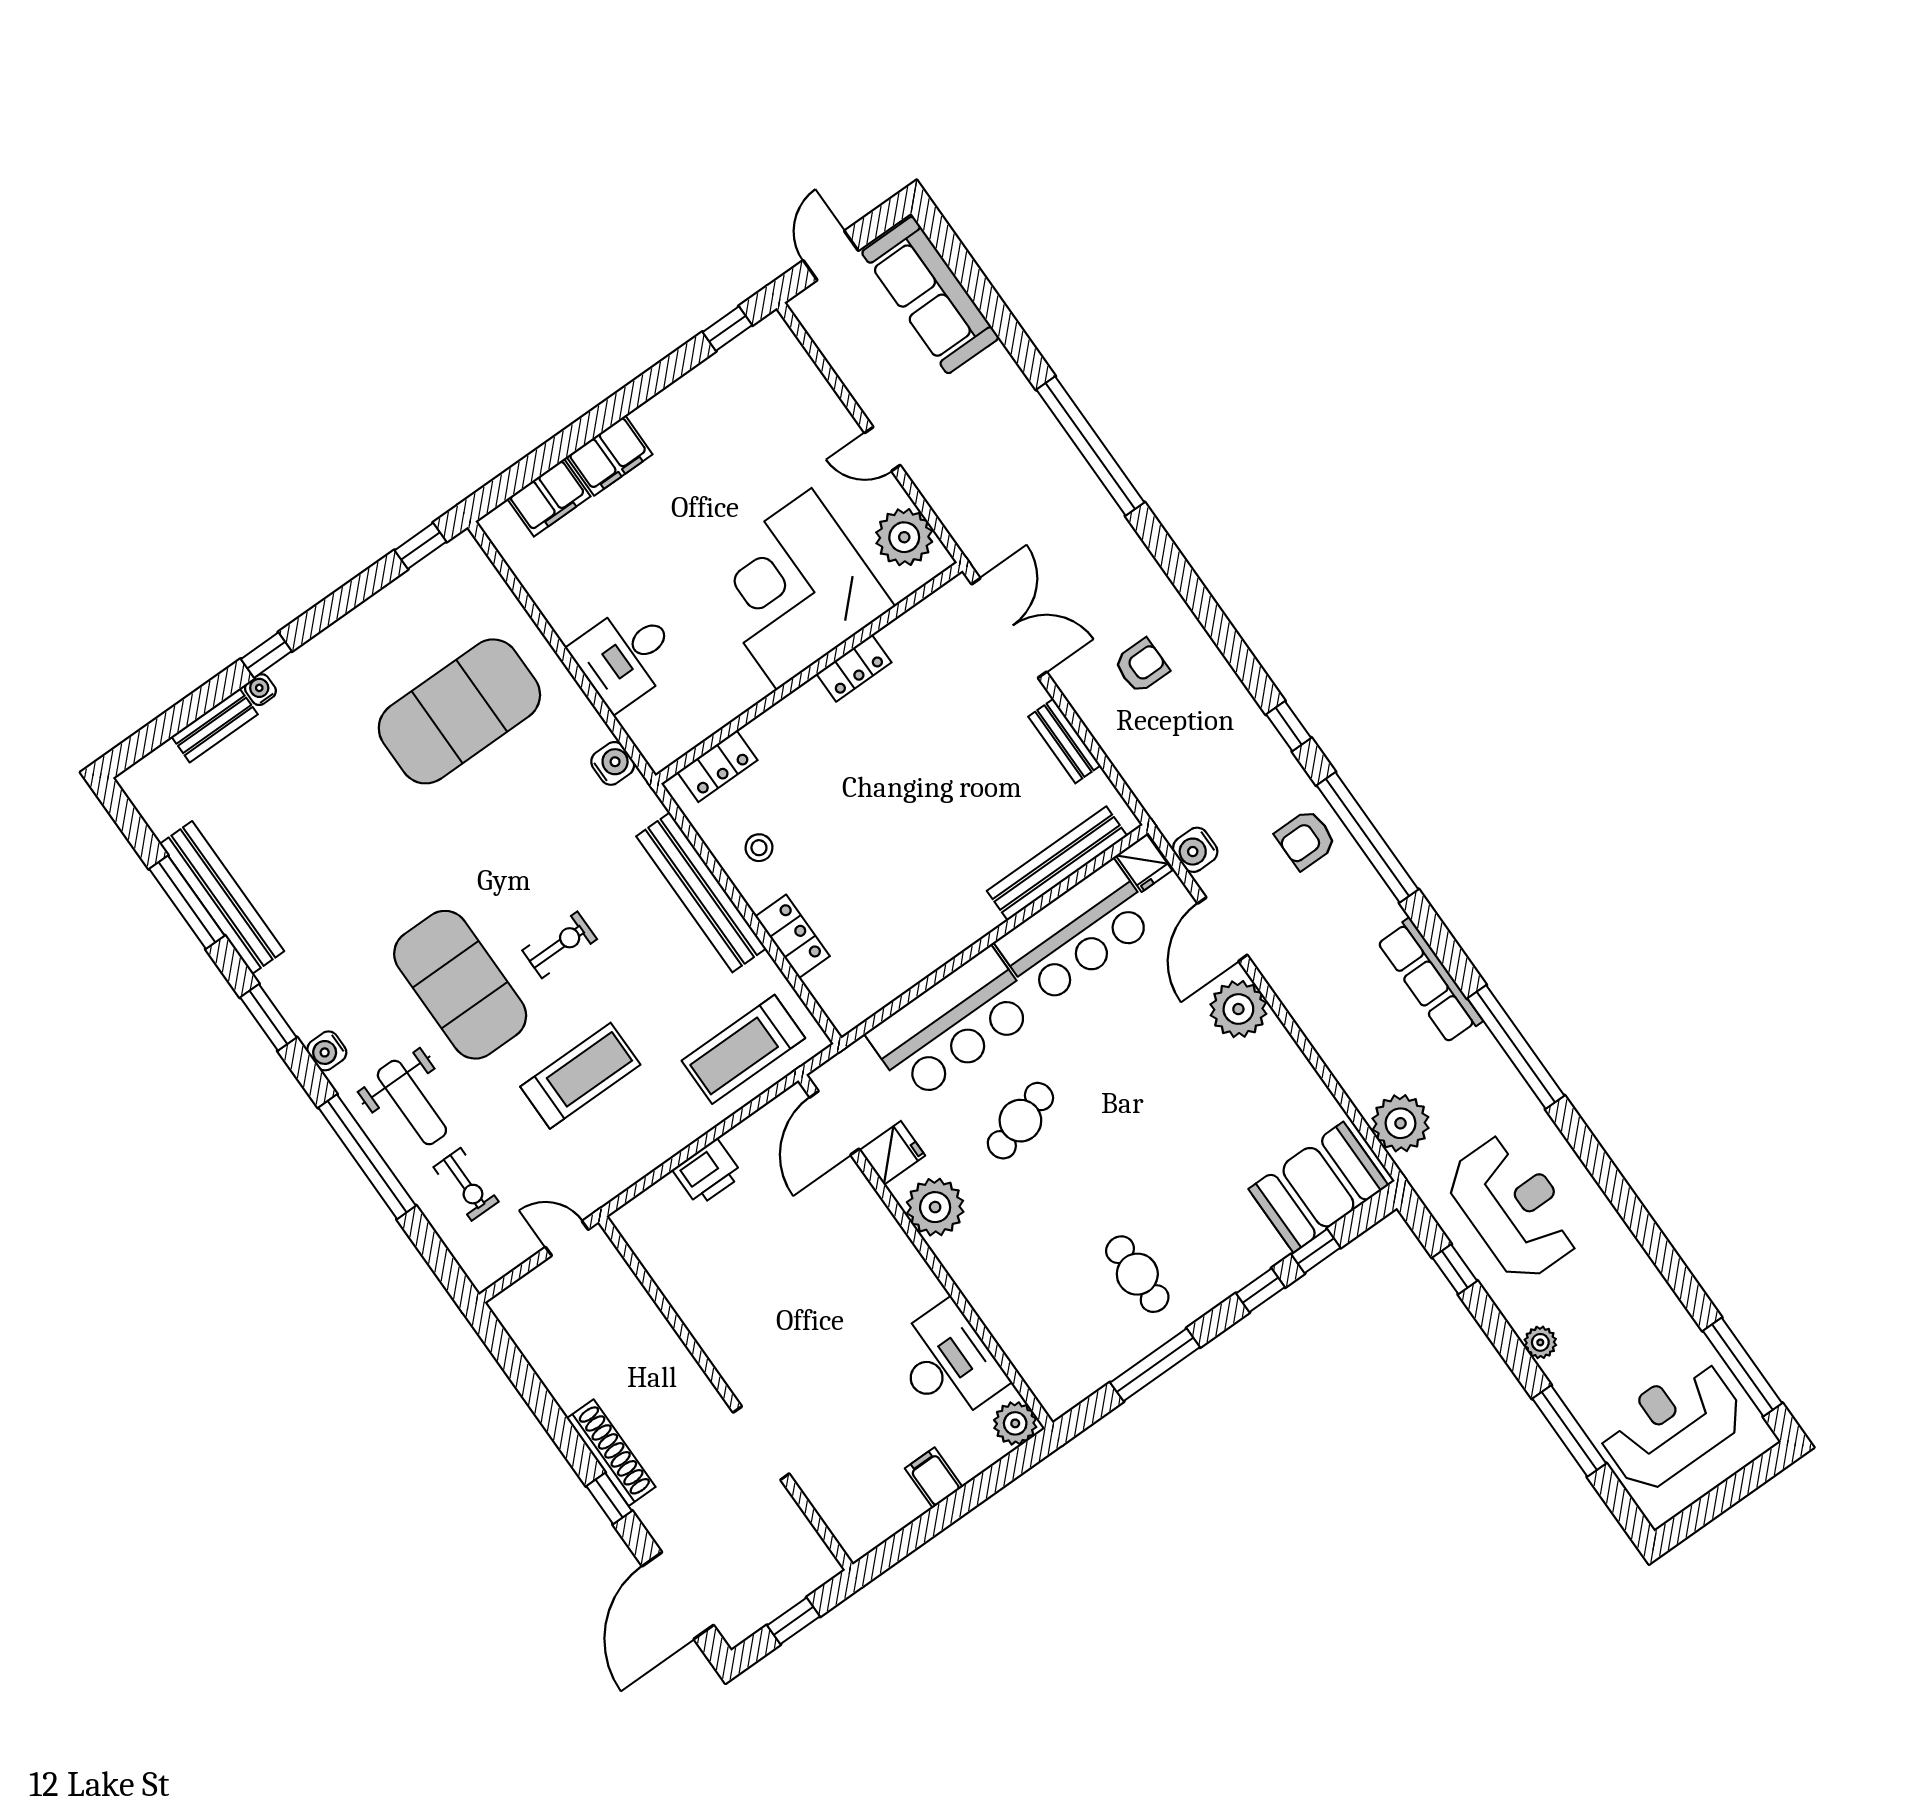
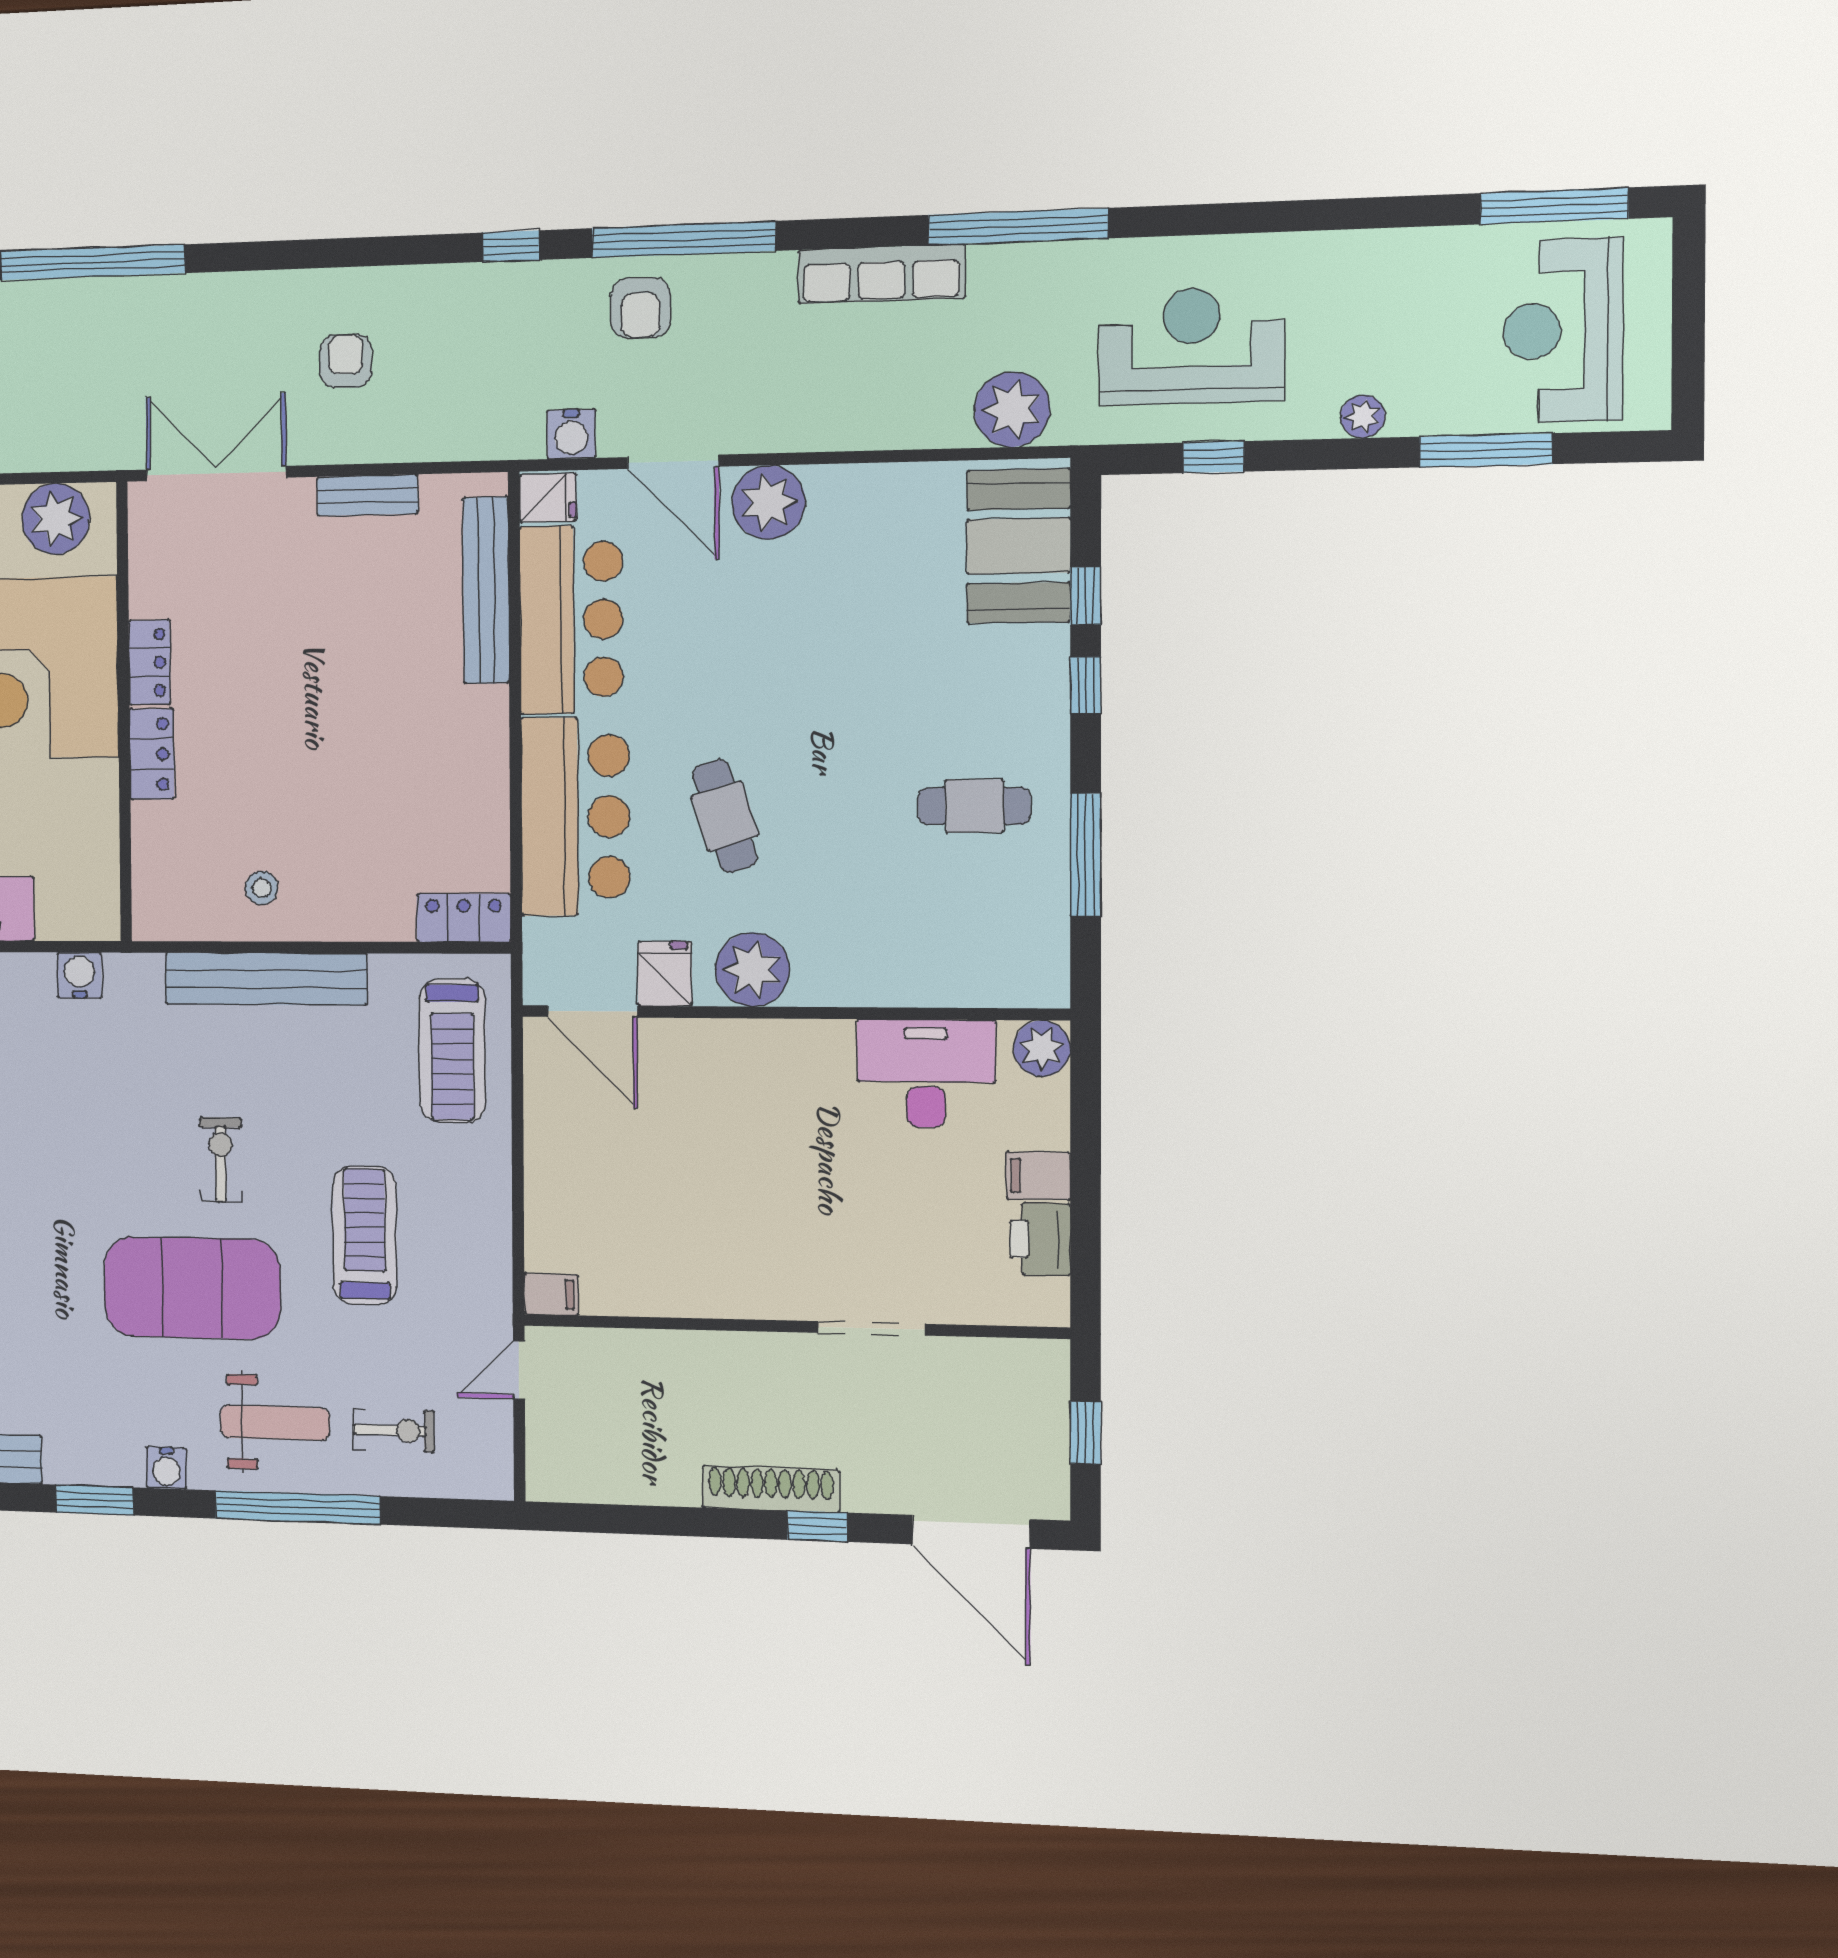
locker: (717, 766) -> (152, 754), moved
locker: (792, 936) -> (464, 918), moved
printer: (708, 1172) -> (1040, 1239), moved, turned 180
filing cabinet: (632, 1225) -> (551, 1294), added

